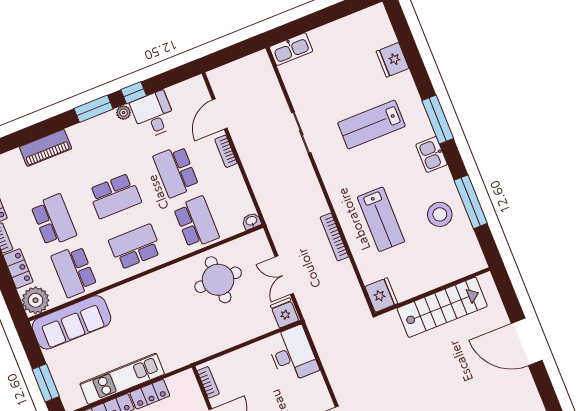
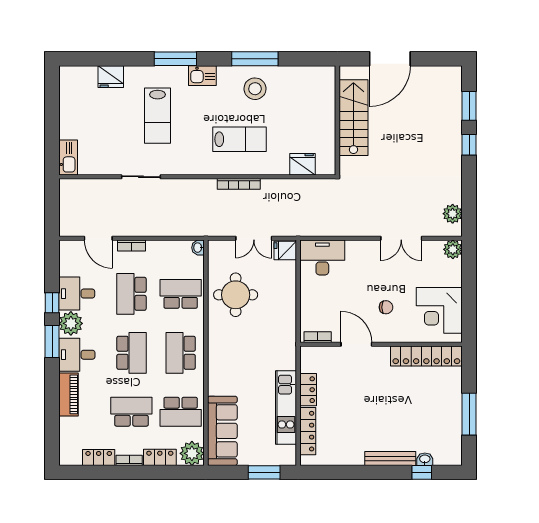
plant: (124, 113) -> (71, 323), width x1.87, depth x1.87
desk: (90, 140) -> (77, 355), added
school desk: (176, 171) -> (131, 294), turned 90
wall: (433, 292) -> (337, 120), moved
stairs: (442, 307) -> (353, 118), moved

